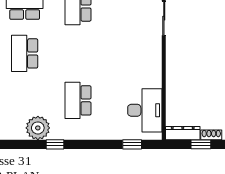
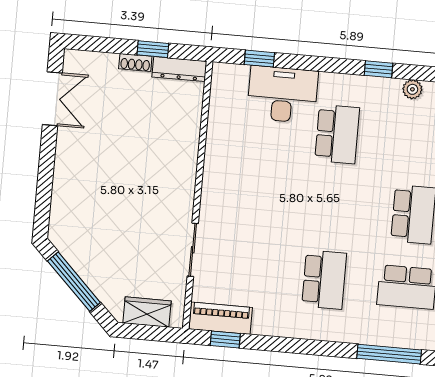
desk: (145, 110) -> (282, 95), moved, turned 90
plant: (38, 128) -> (412, 89), width x0.53, depth x0.53

